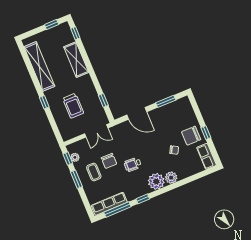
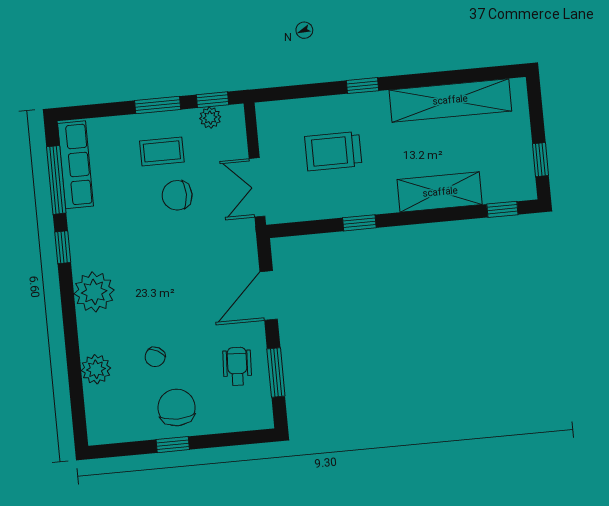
window: (103, 100) -> (359, 223), moved
row of seats: (207, 156) -> (117, 429), removed
wheelchair: (133, 164) -> (237, 366), moved
plant: (171, 178) -> (96, 369), moved

